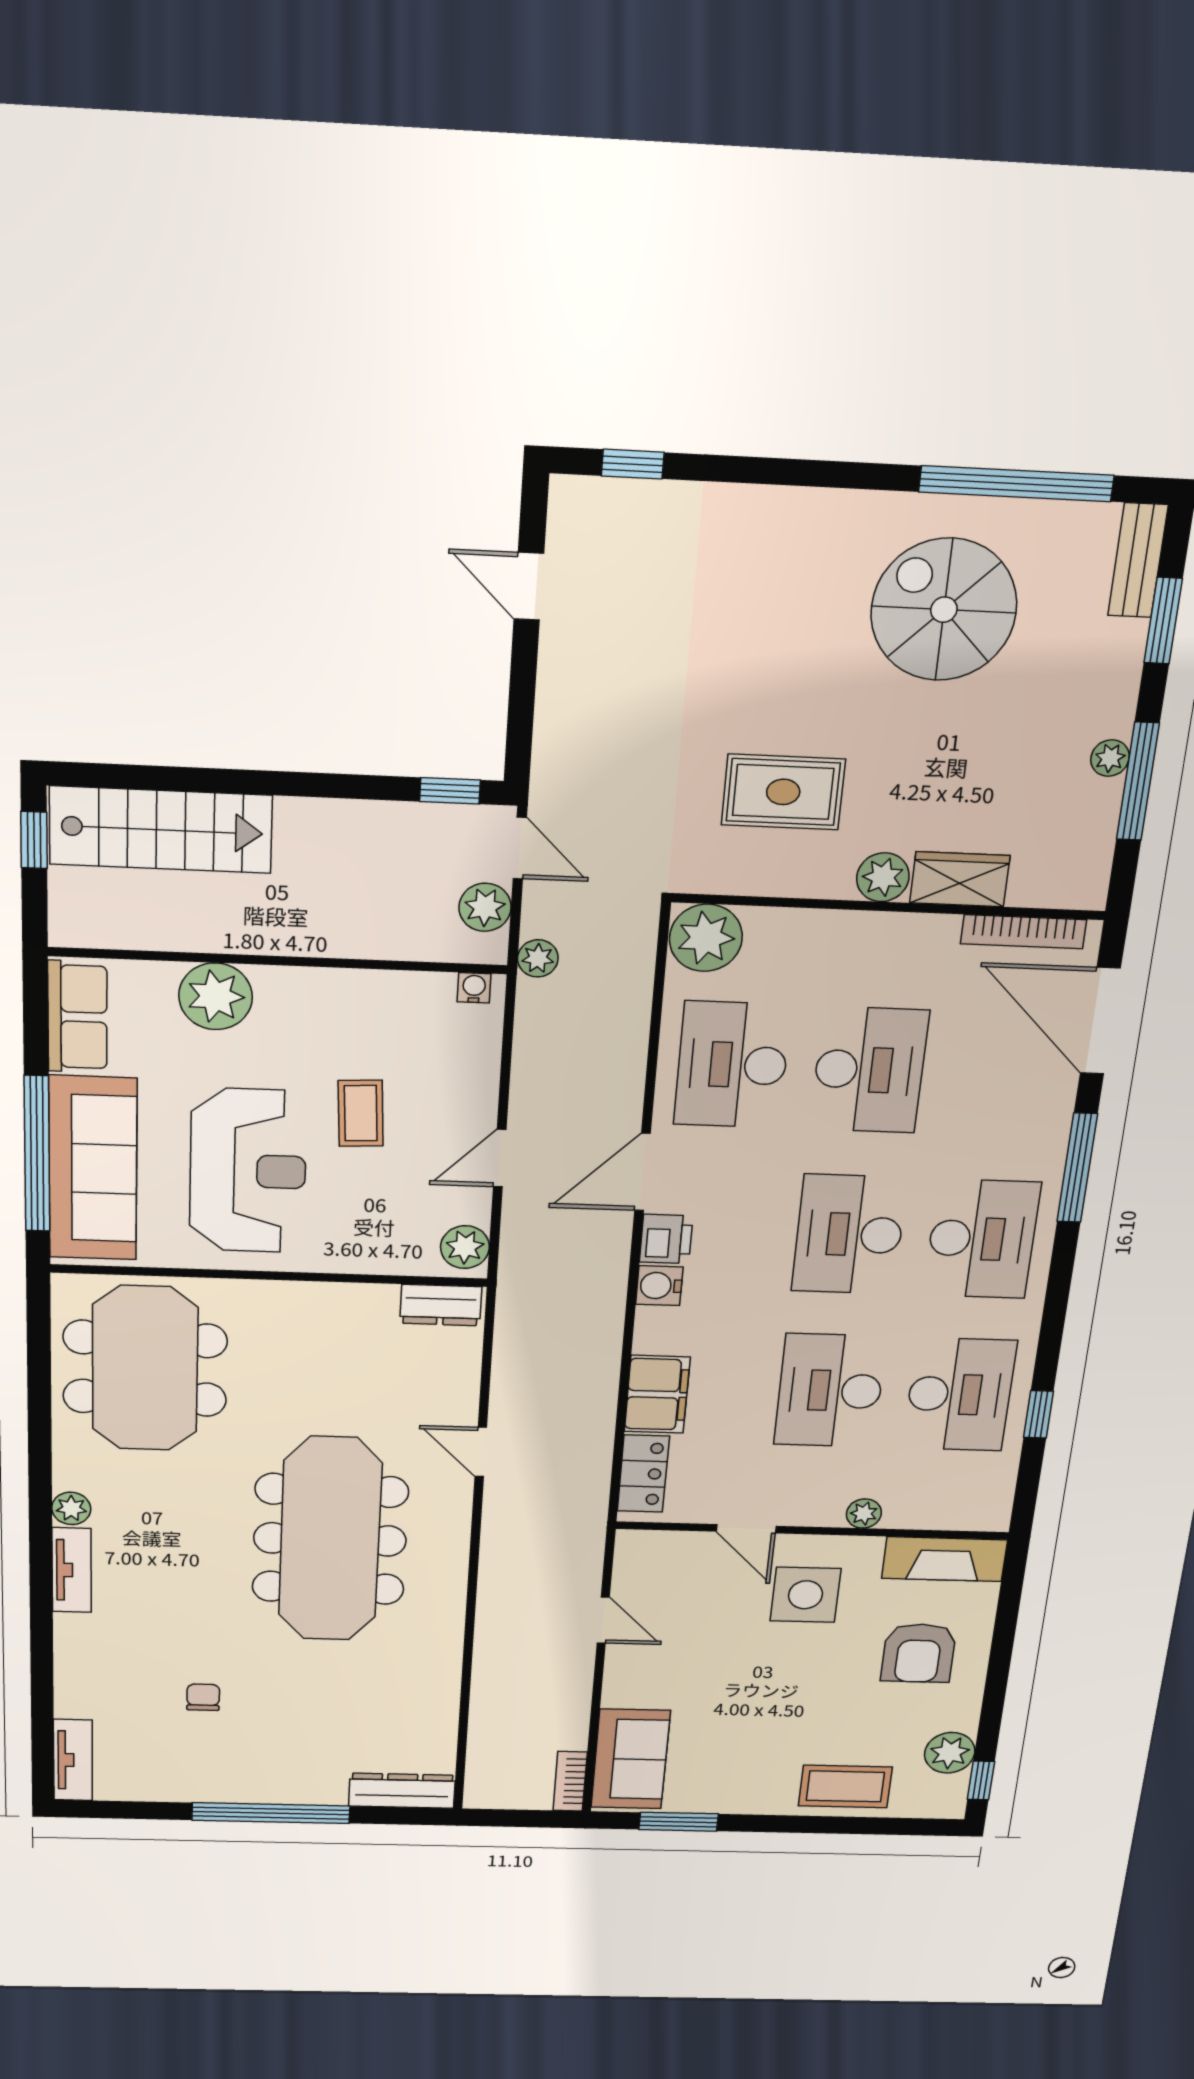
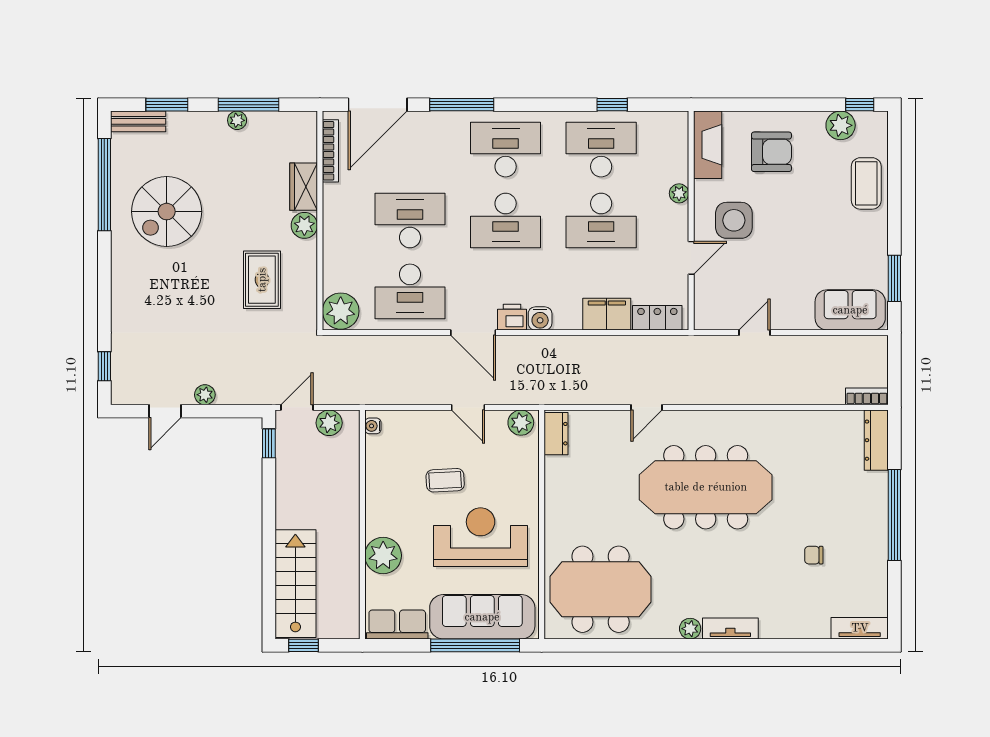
plant: (538, 958) -> (205, 395), moved
bookcase: (570, 1781) -> (867, 396), moved, turned 180

